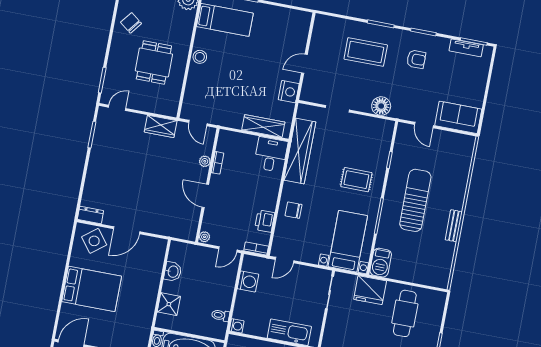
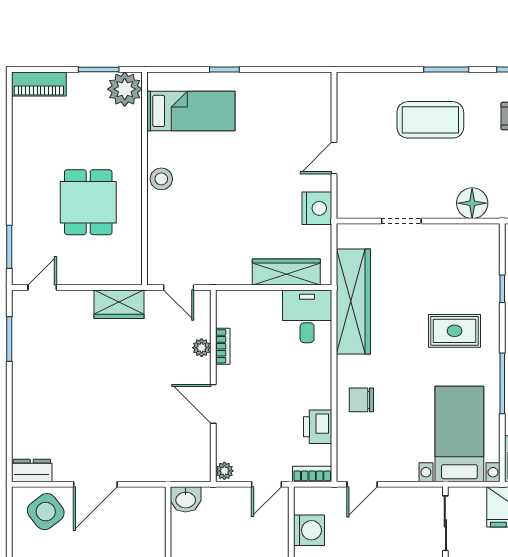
chair: (131, 23) -> (39, 145), removed
washbasin: (173, 272) -> (186, 499), moved, turned 90

